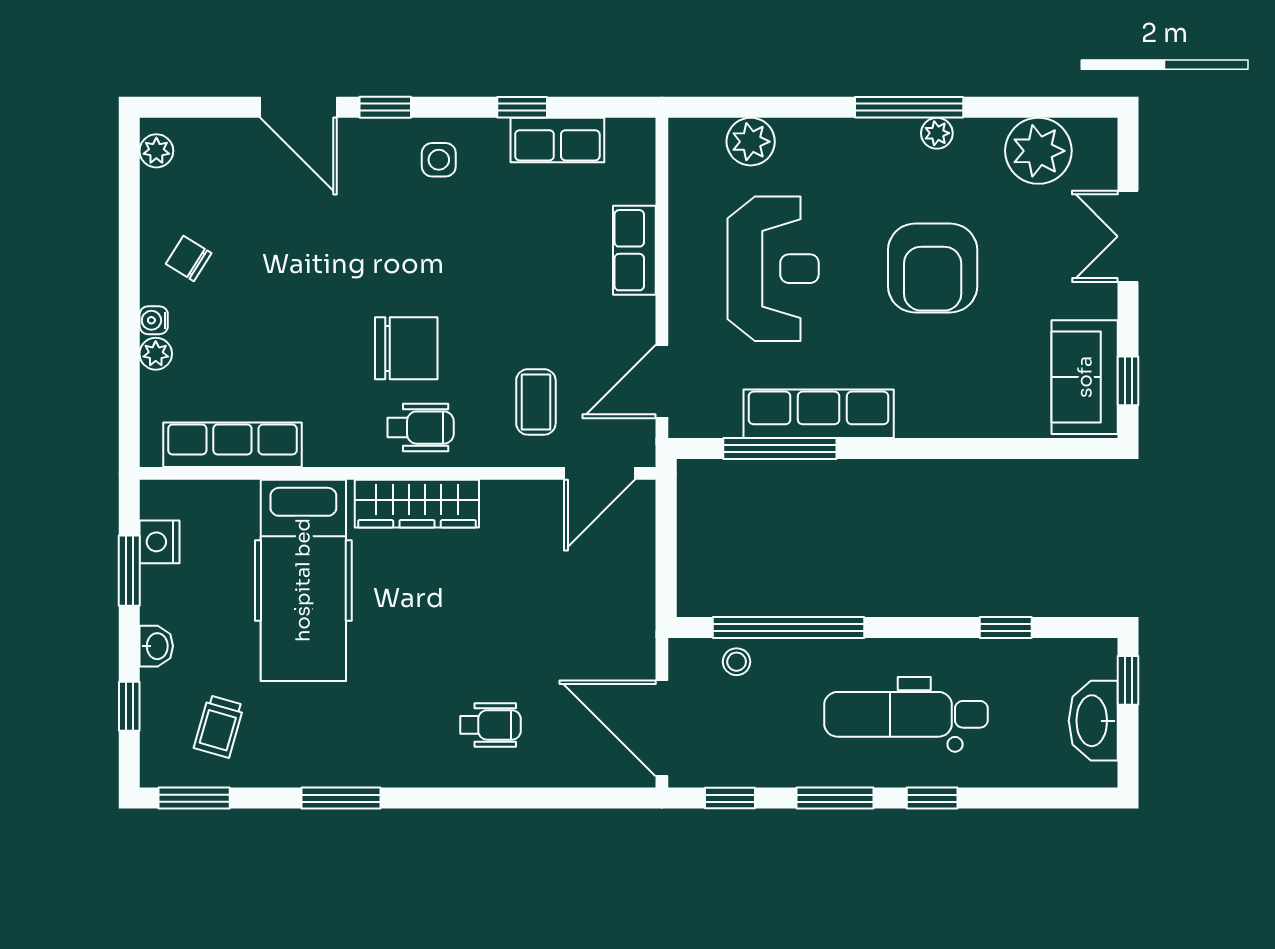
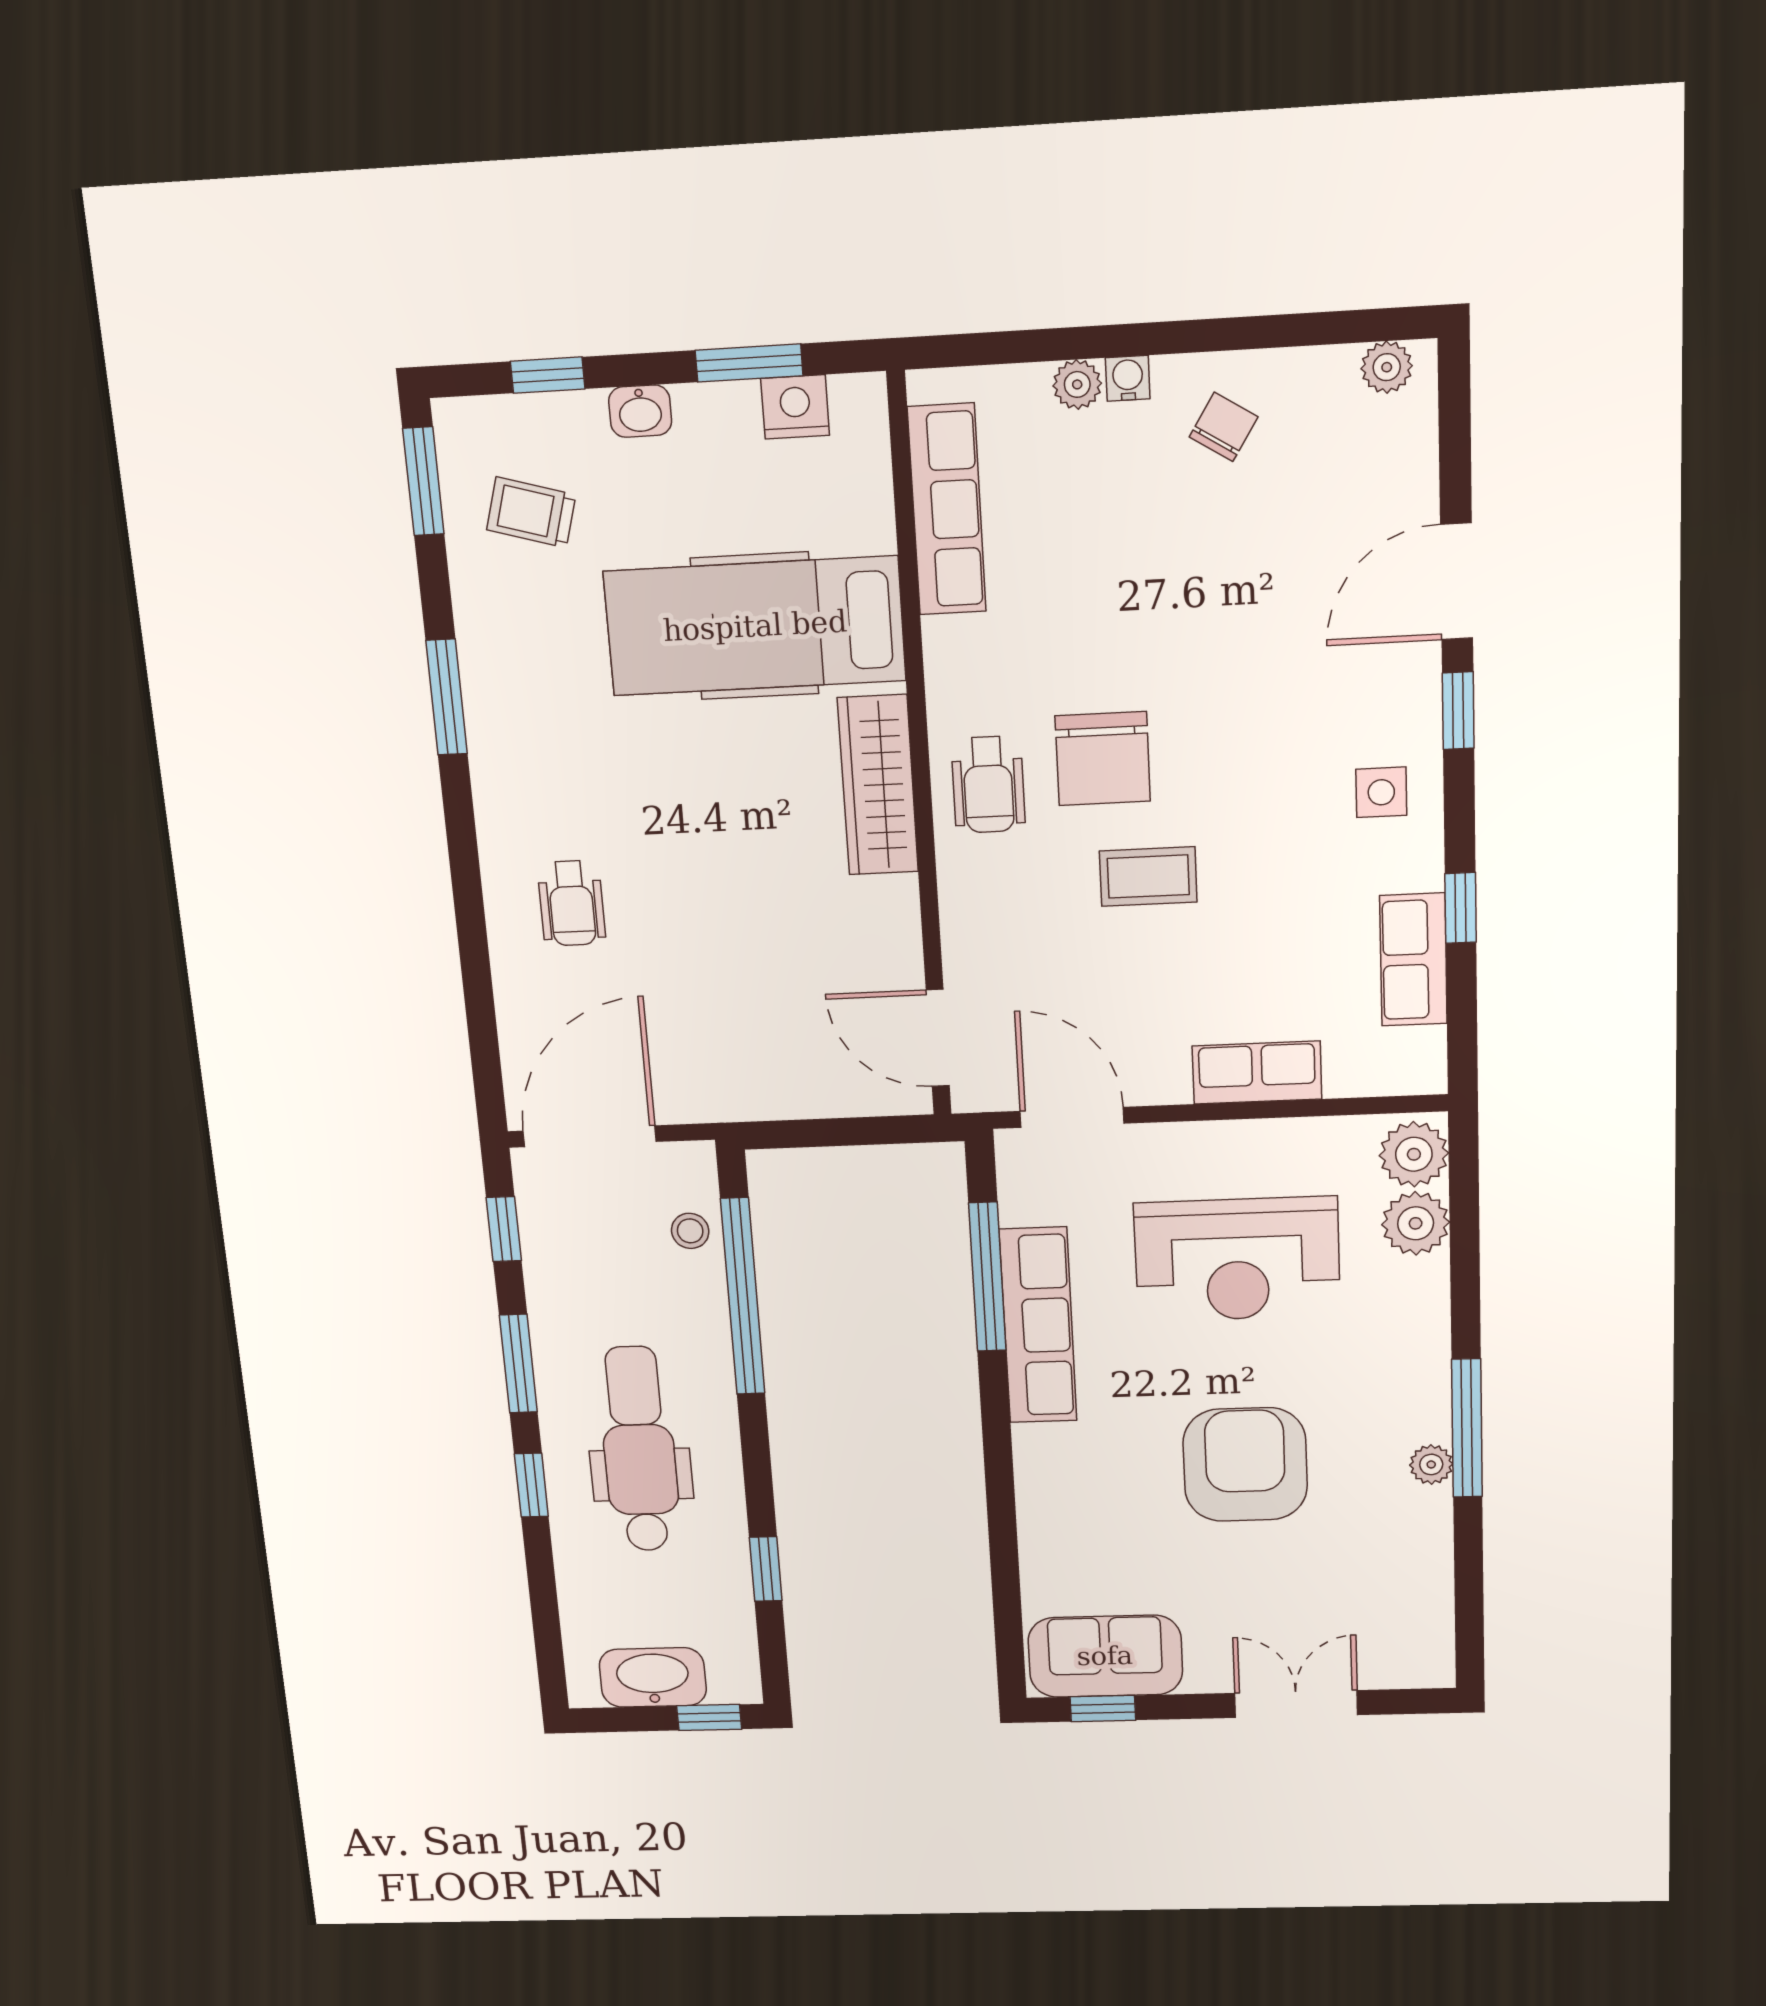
plant: (1038, 151) -> (1414, 1154), moved, width x0.73, depth x0.73
armchair: (933, 268) -> (1245, 1465), turned 90
coffee table: (536, 402) -> (1148, 876), moved

